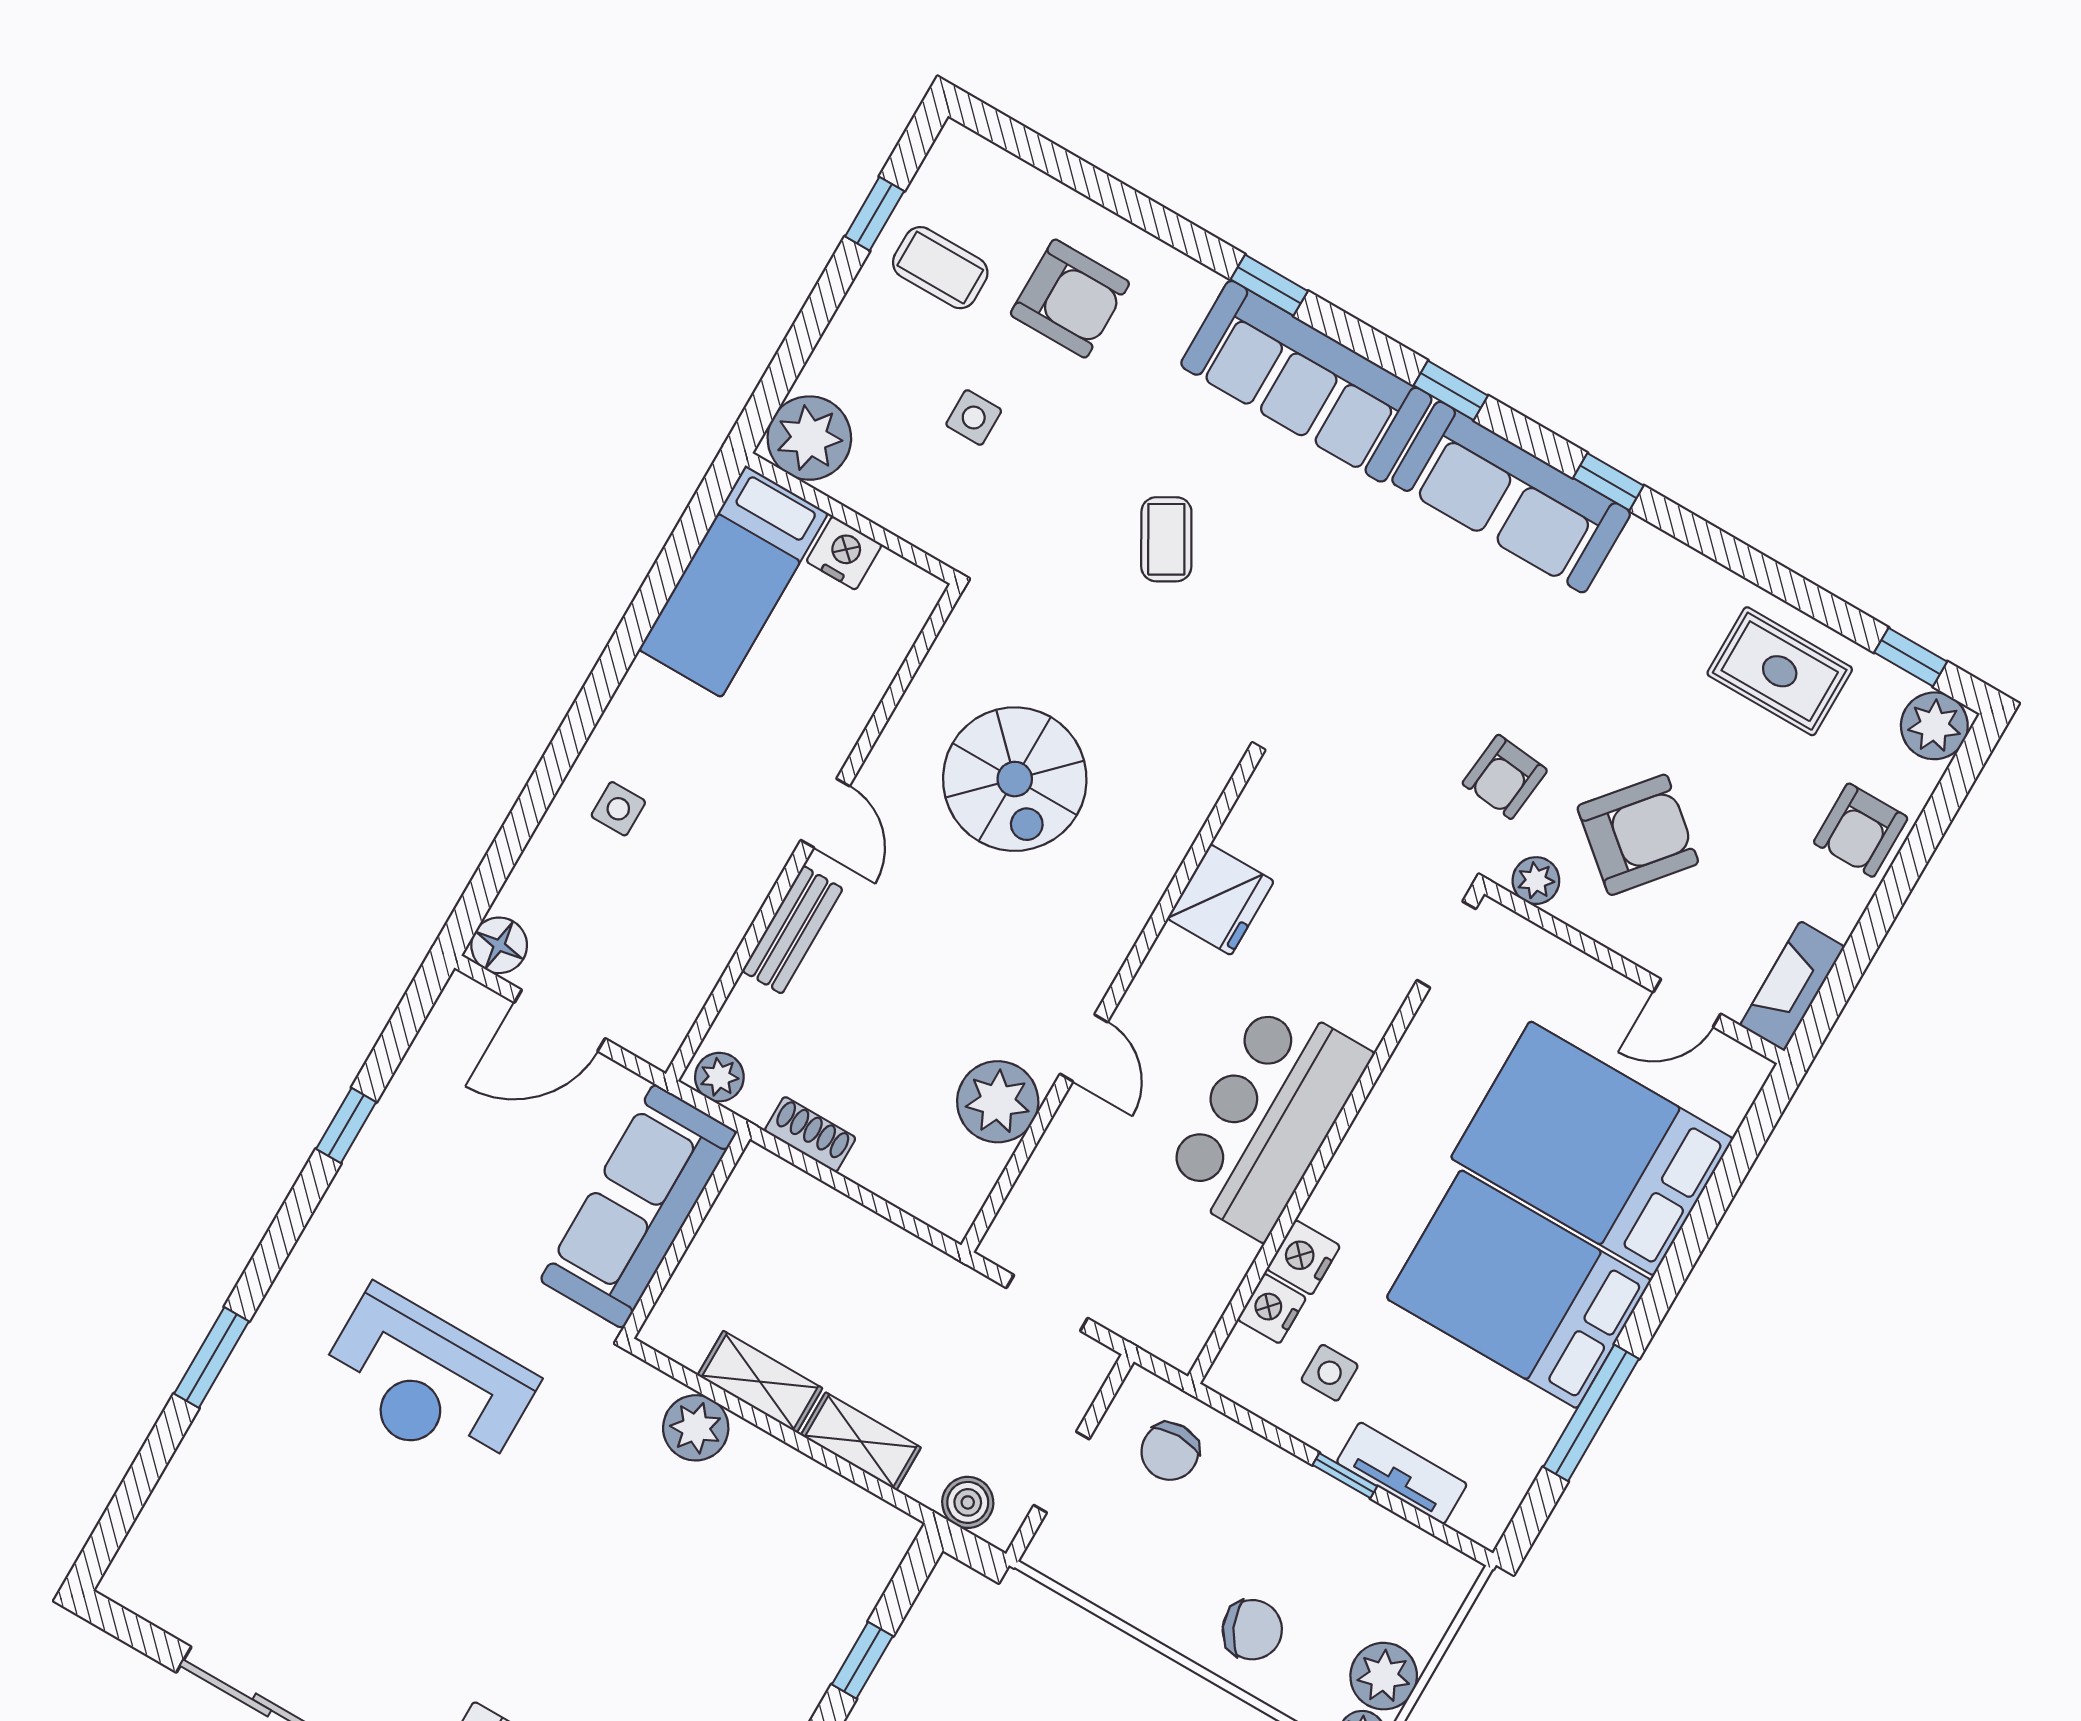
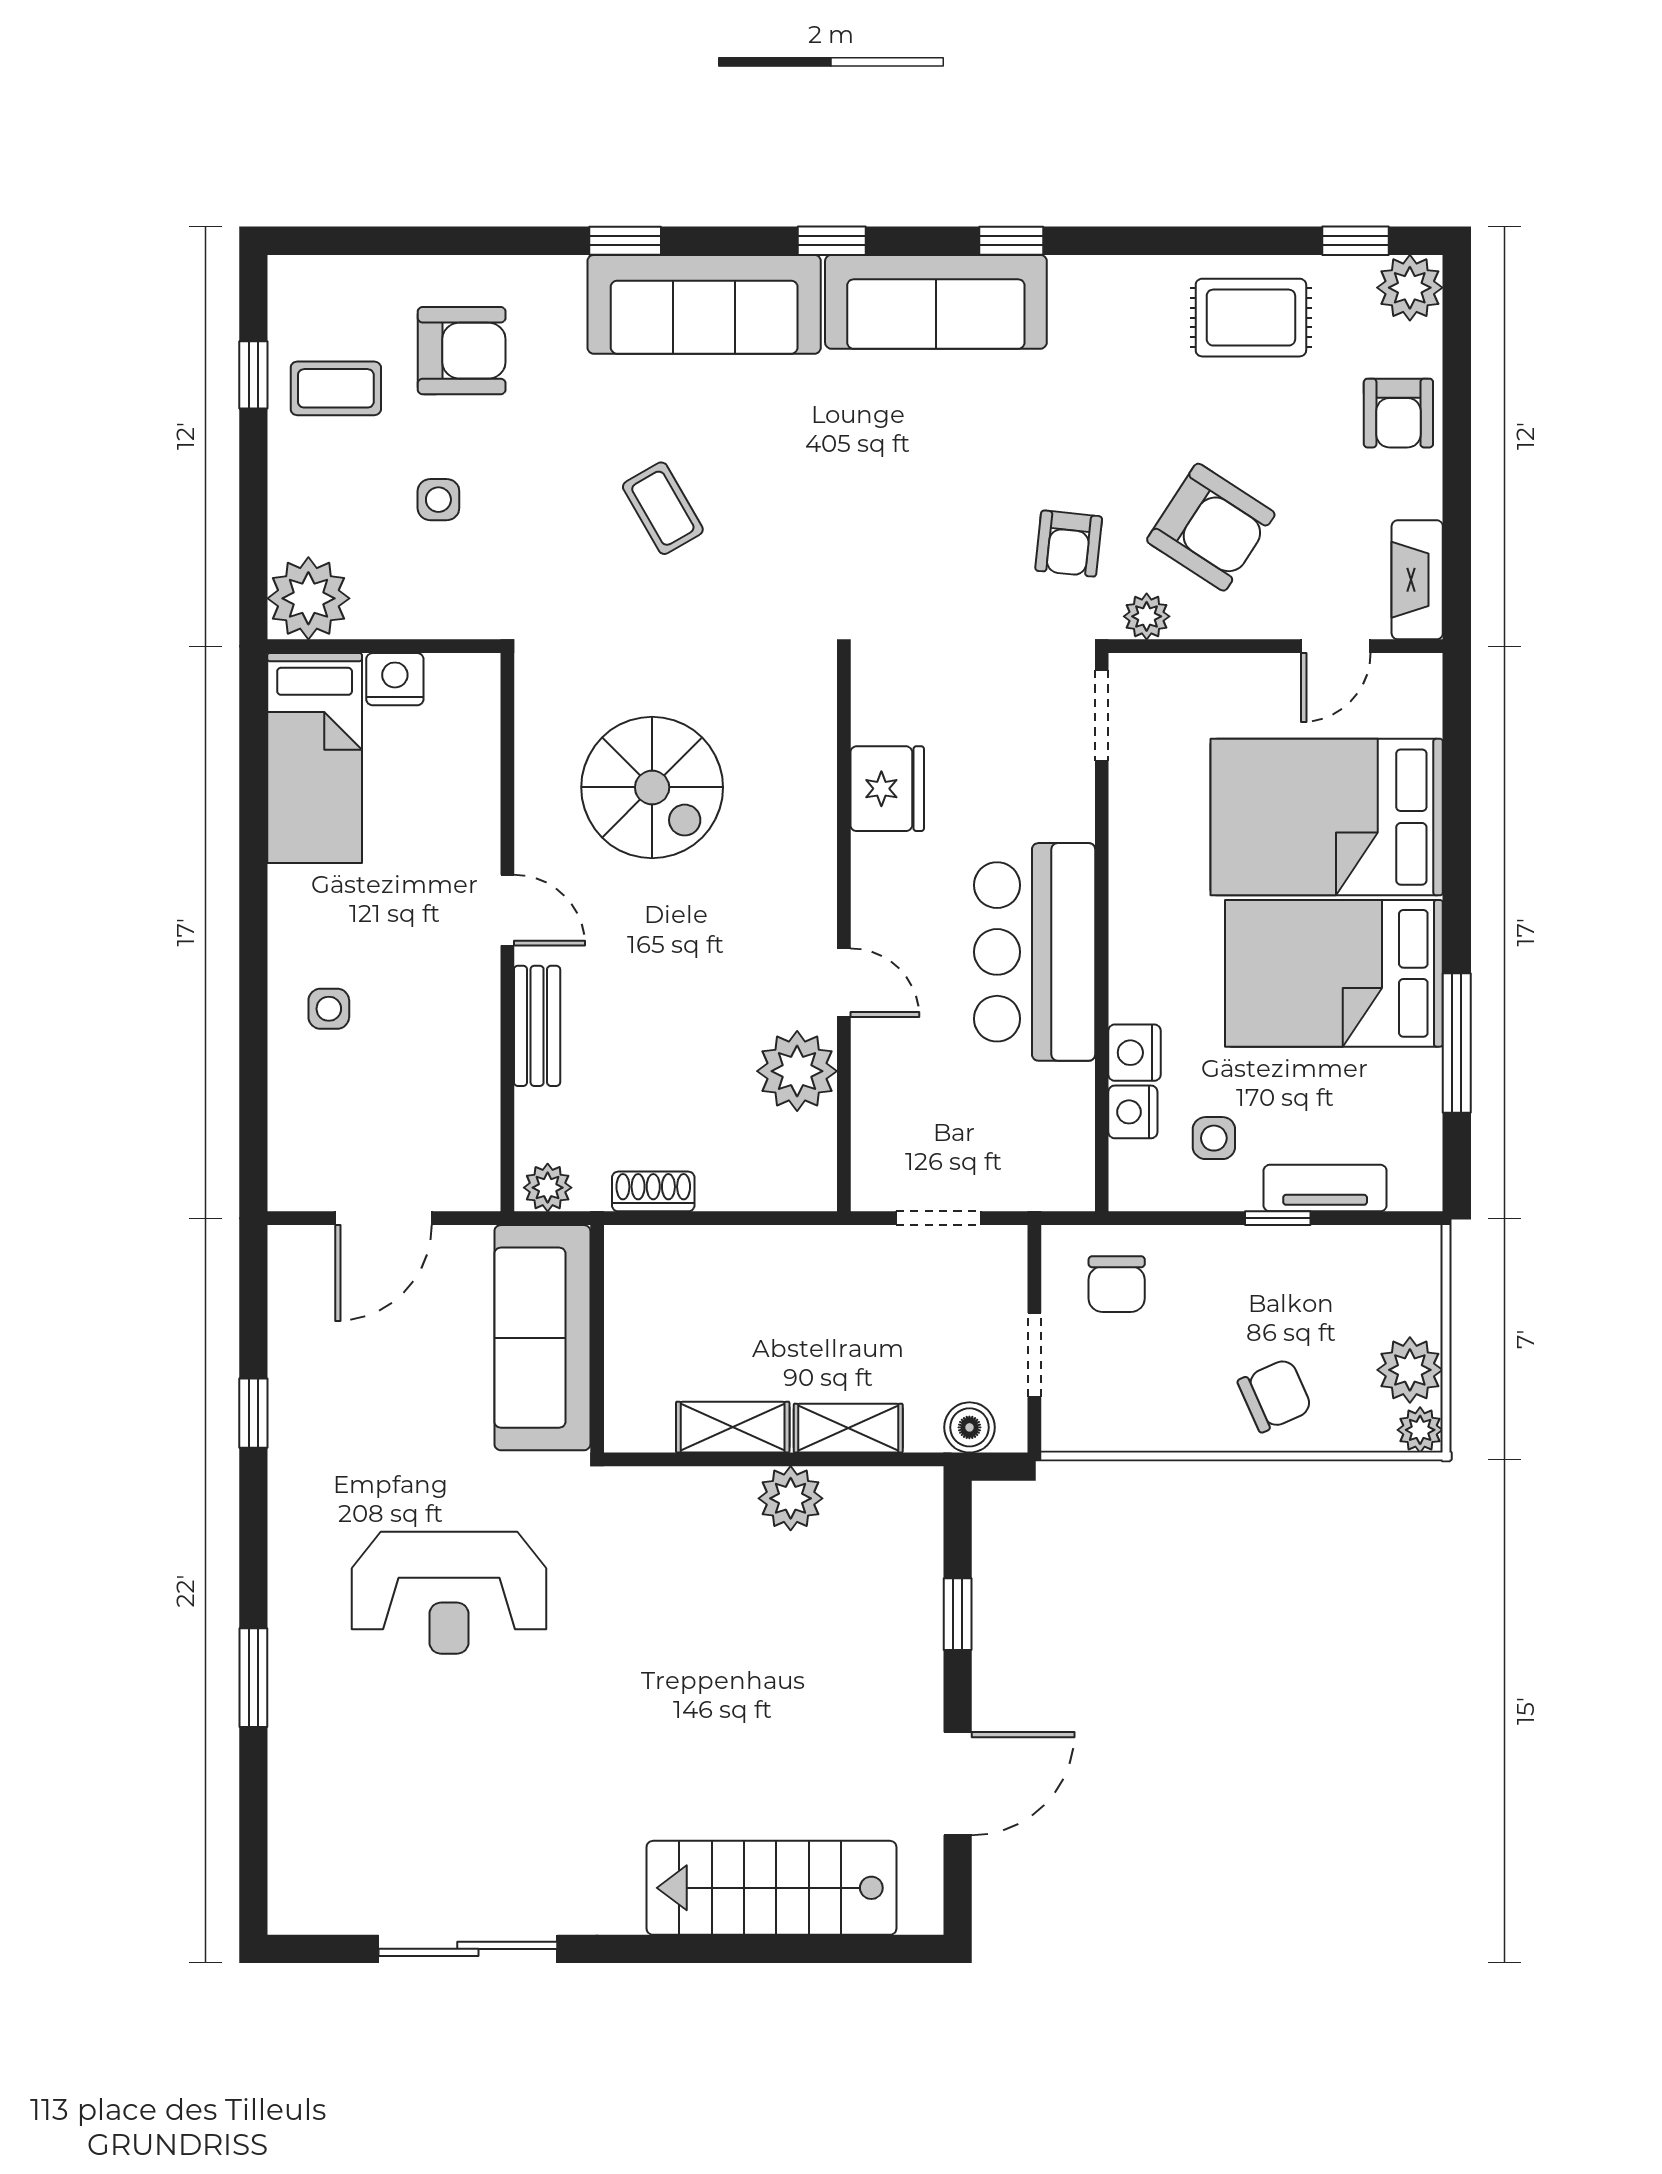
armchair: (1638, 835) -> (1211, 527), turned 83
floor lamp: (499, 945) -> (295, 1184), removed
plant: (696, 1428) -> (791, 1498), moved

